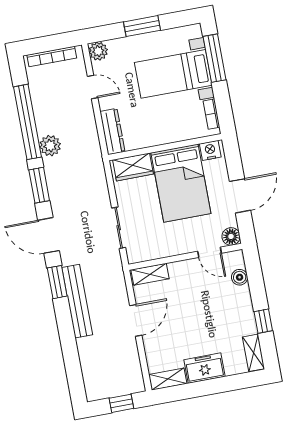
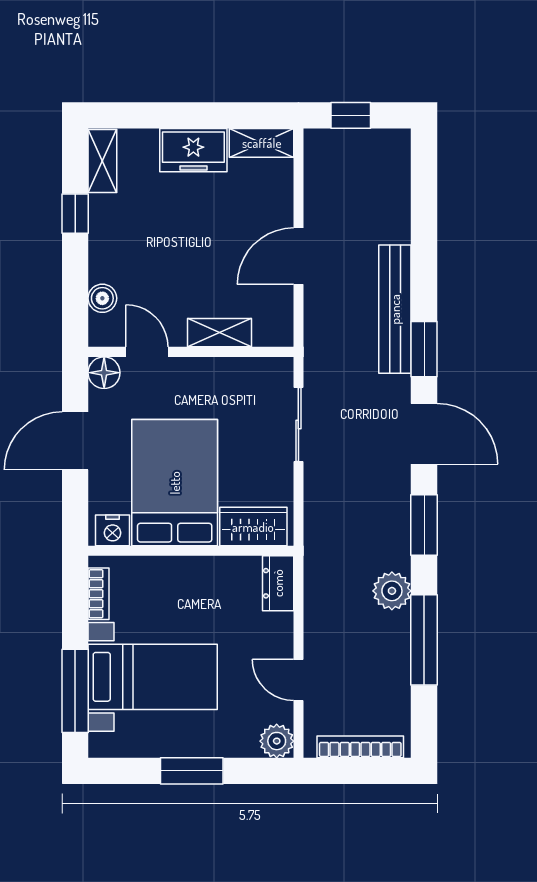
window: (27, 122) -> (424, 640), width x0.68
dresser: (112, 132) -> (278, 583), width x0.70
shelving: (150, 274) -> (219, 333), moved

